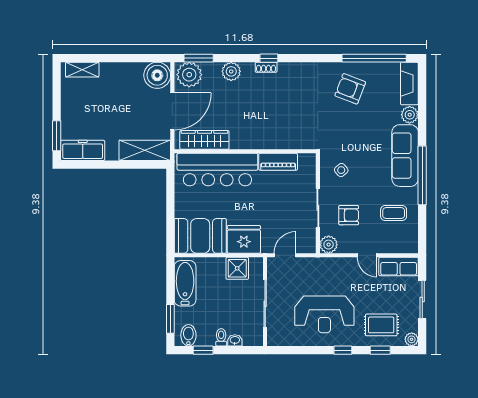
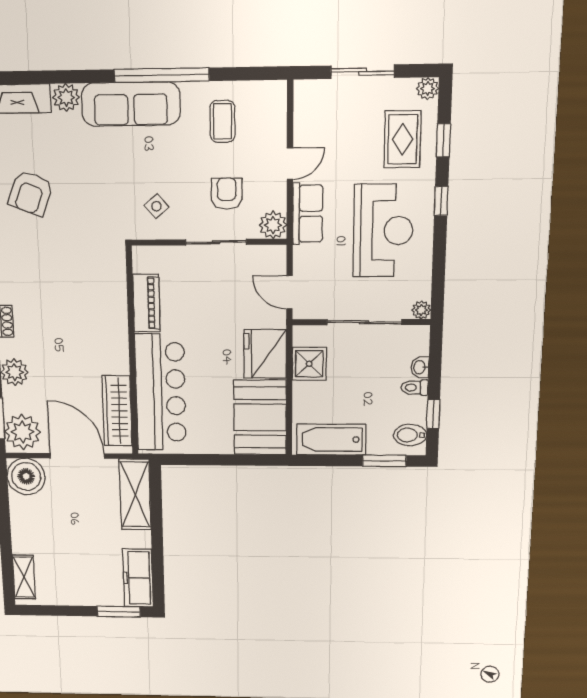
row of seats: (399, 267) -> (308, 214), moved
plant: (273, 340) -> (421, 310), added

